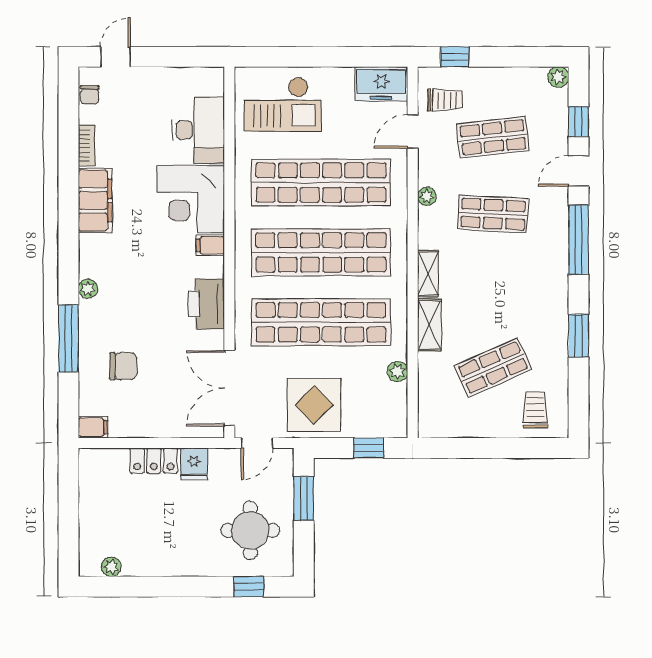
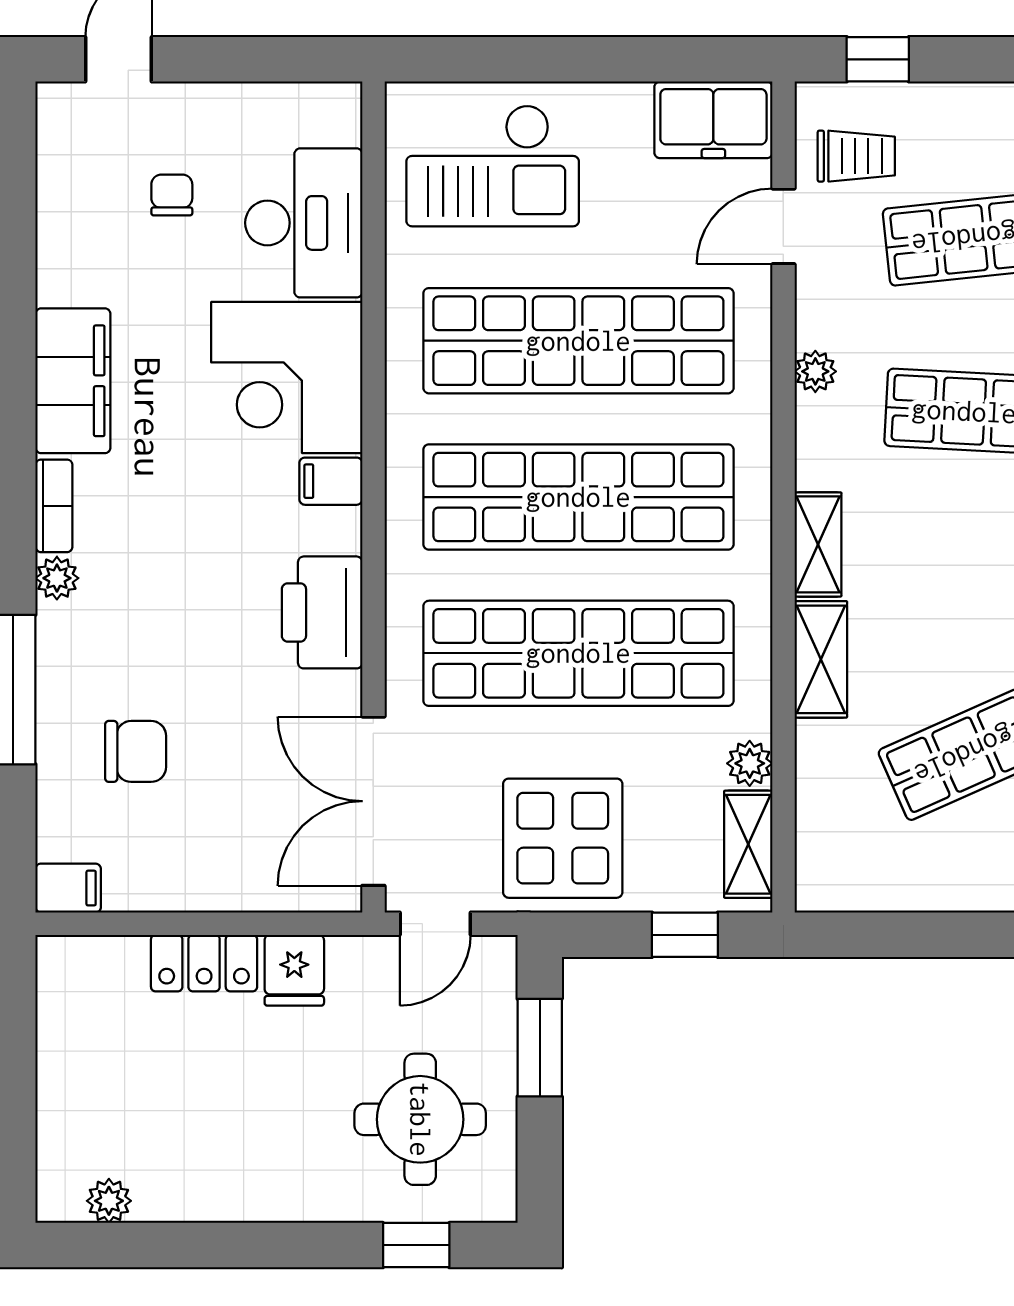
chair: (90, 95) -> (172, 195), moved, turned 180
bookcase: (87, 145) -> (54, 506), moved
shelving: (397, 408) -> (748, 844), added

